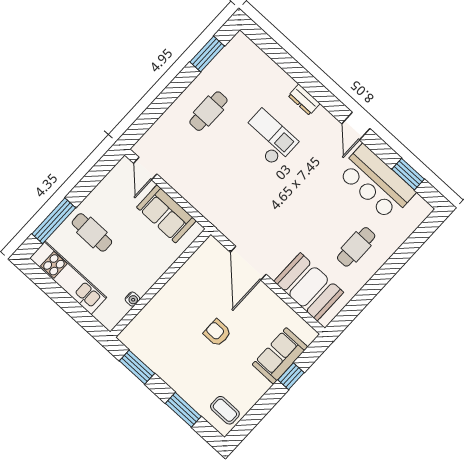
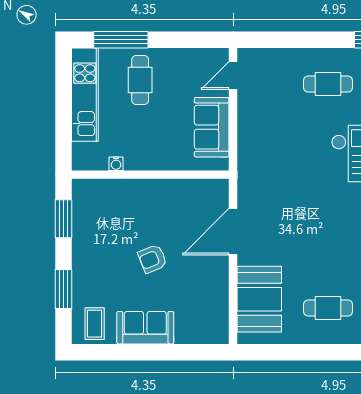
armchair: (217, 333) -> (152, 259), turned -112
sofa: (280, 356) -> (145, 328), moved
window: (291, 376) -> (172, 352), removed

